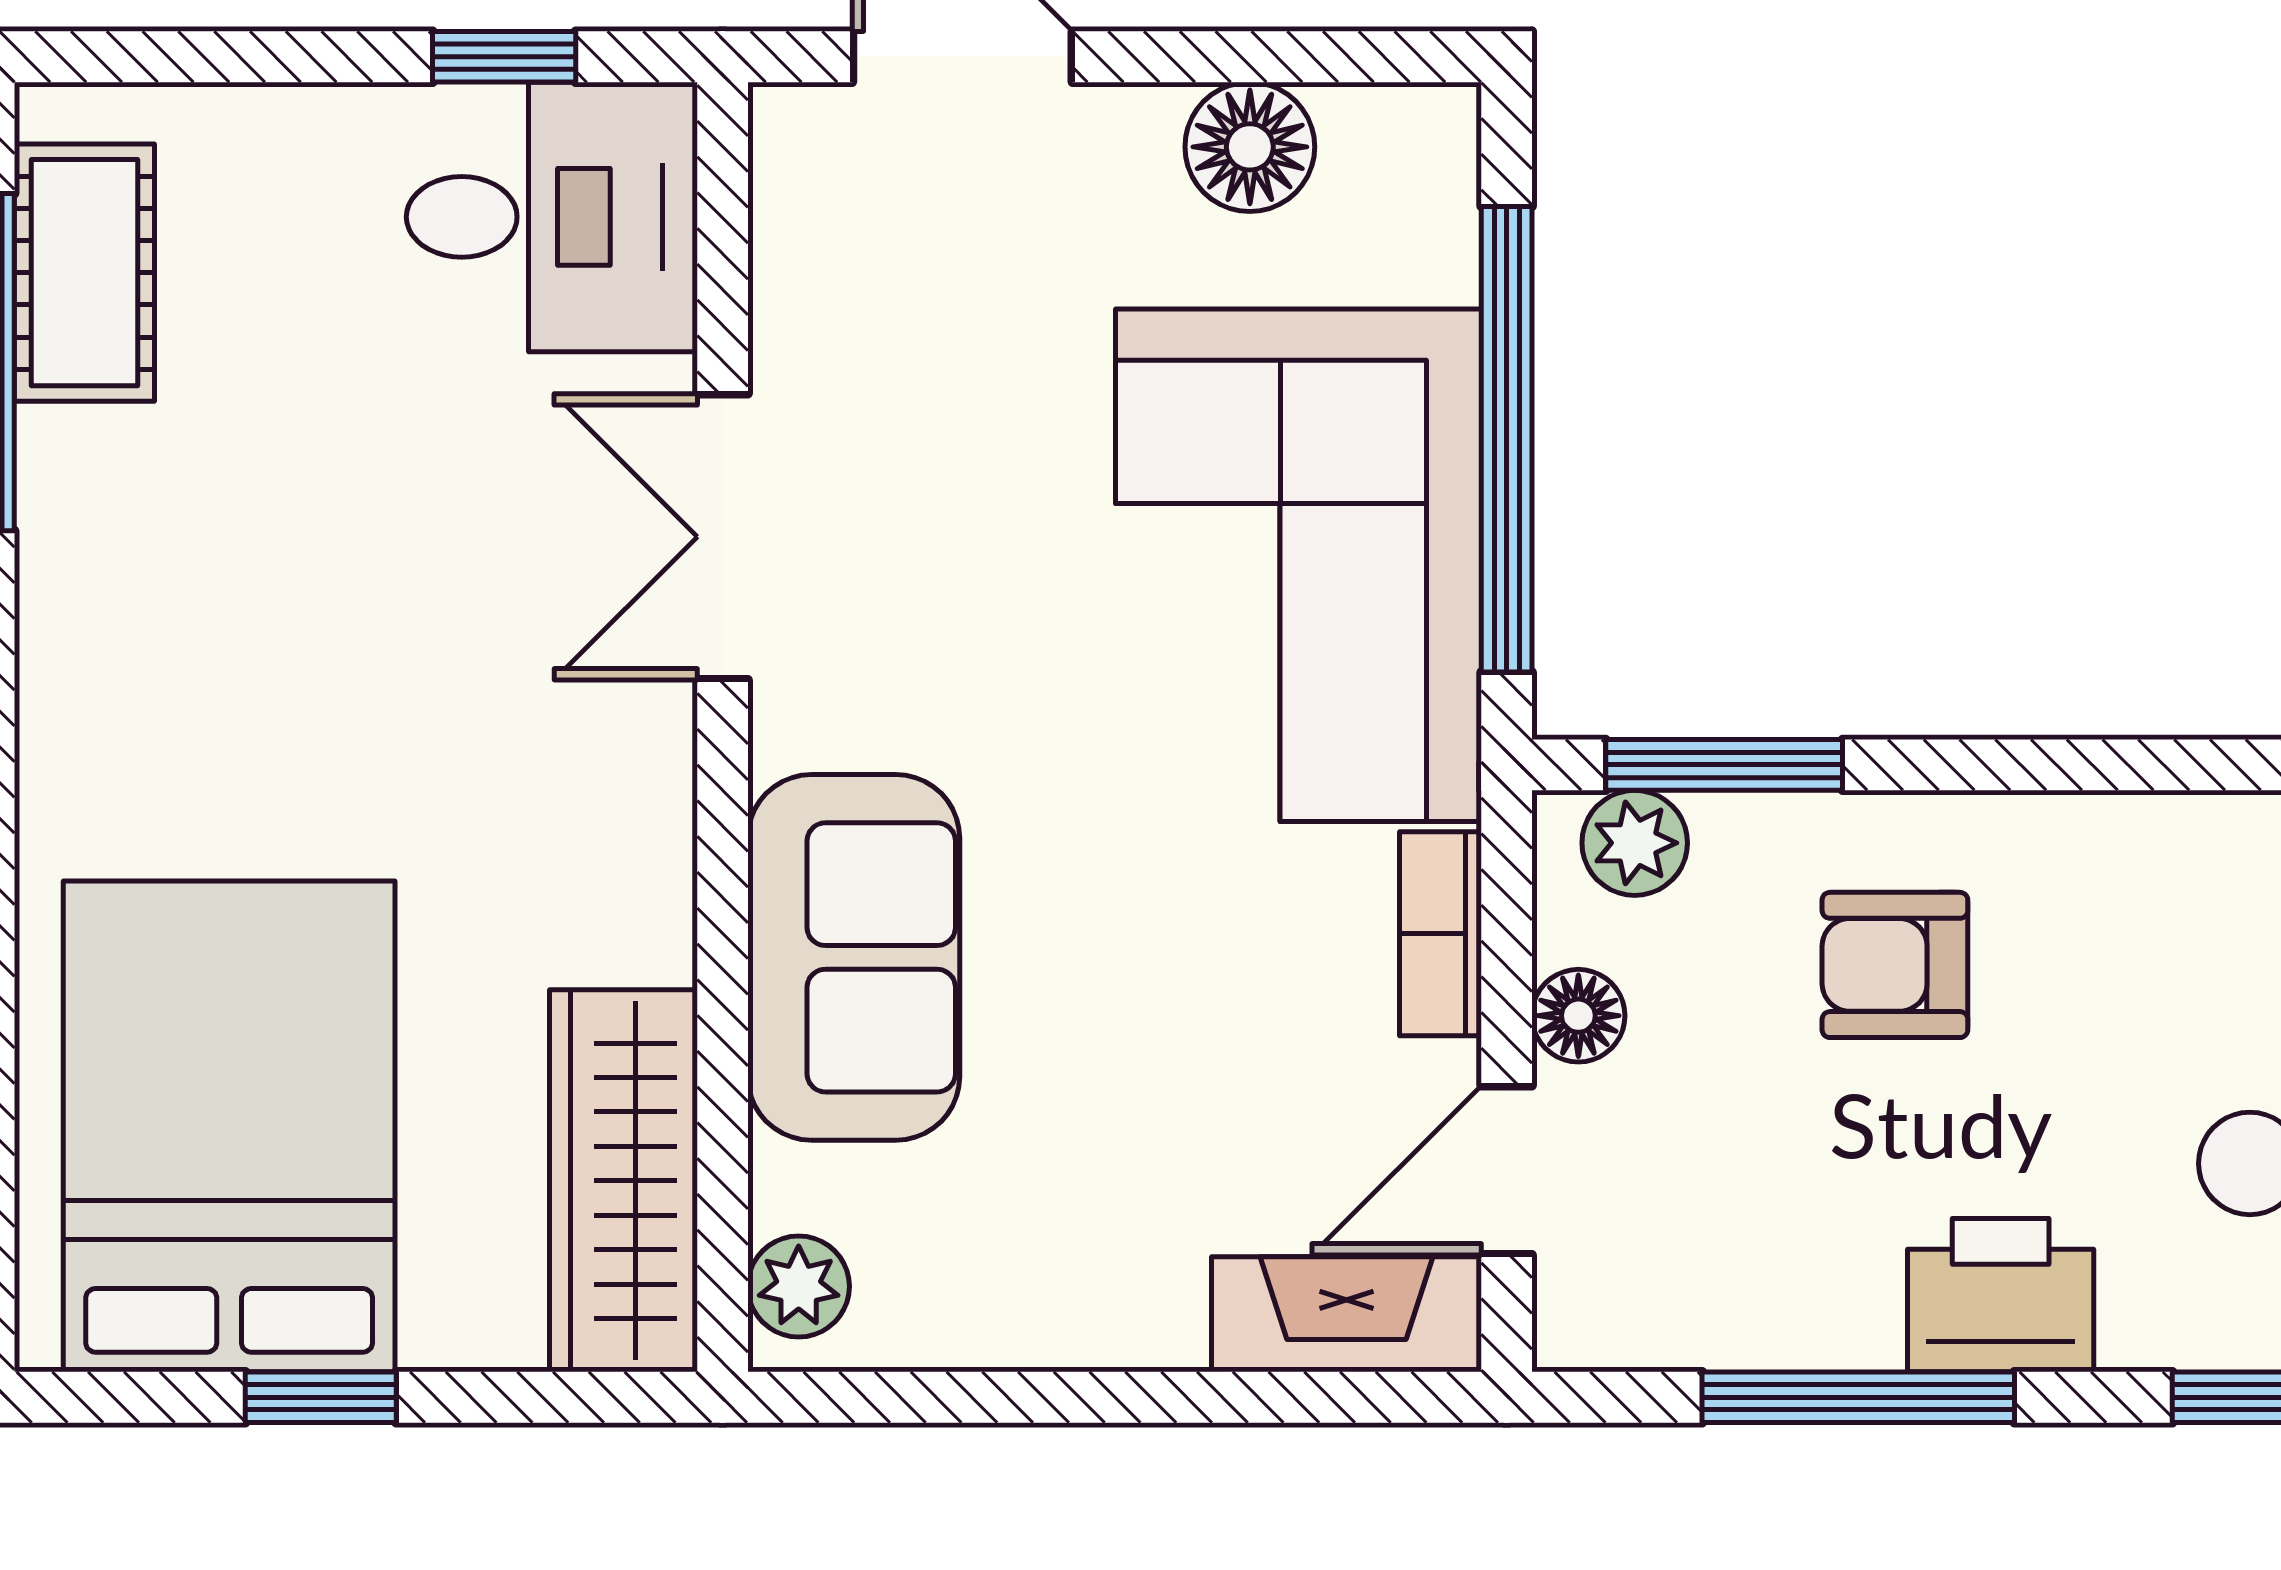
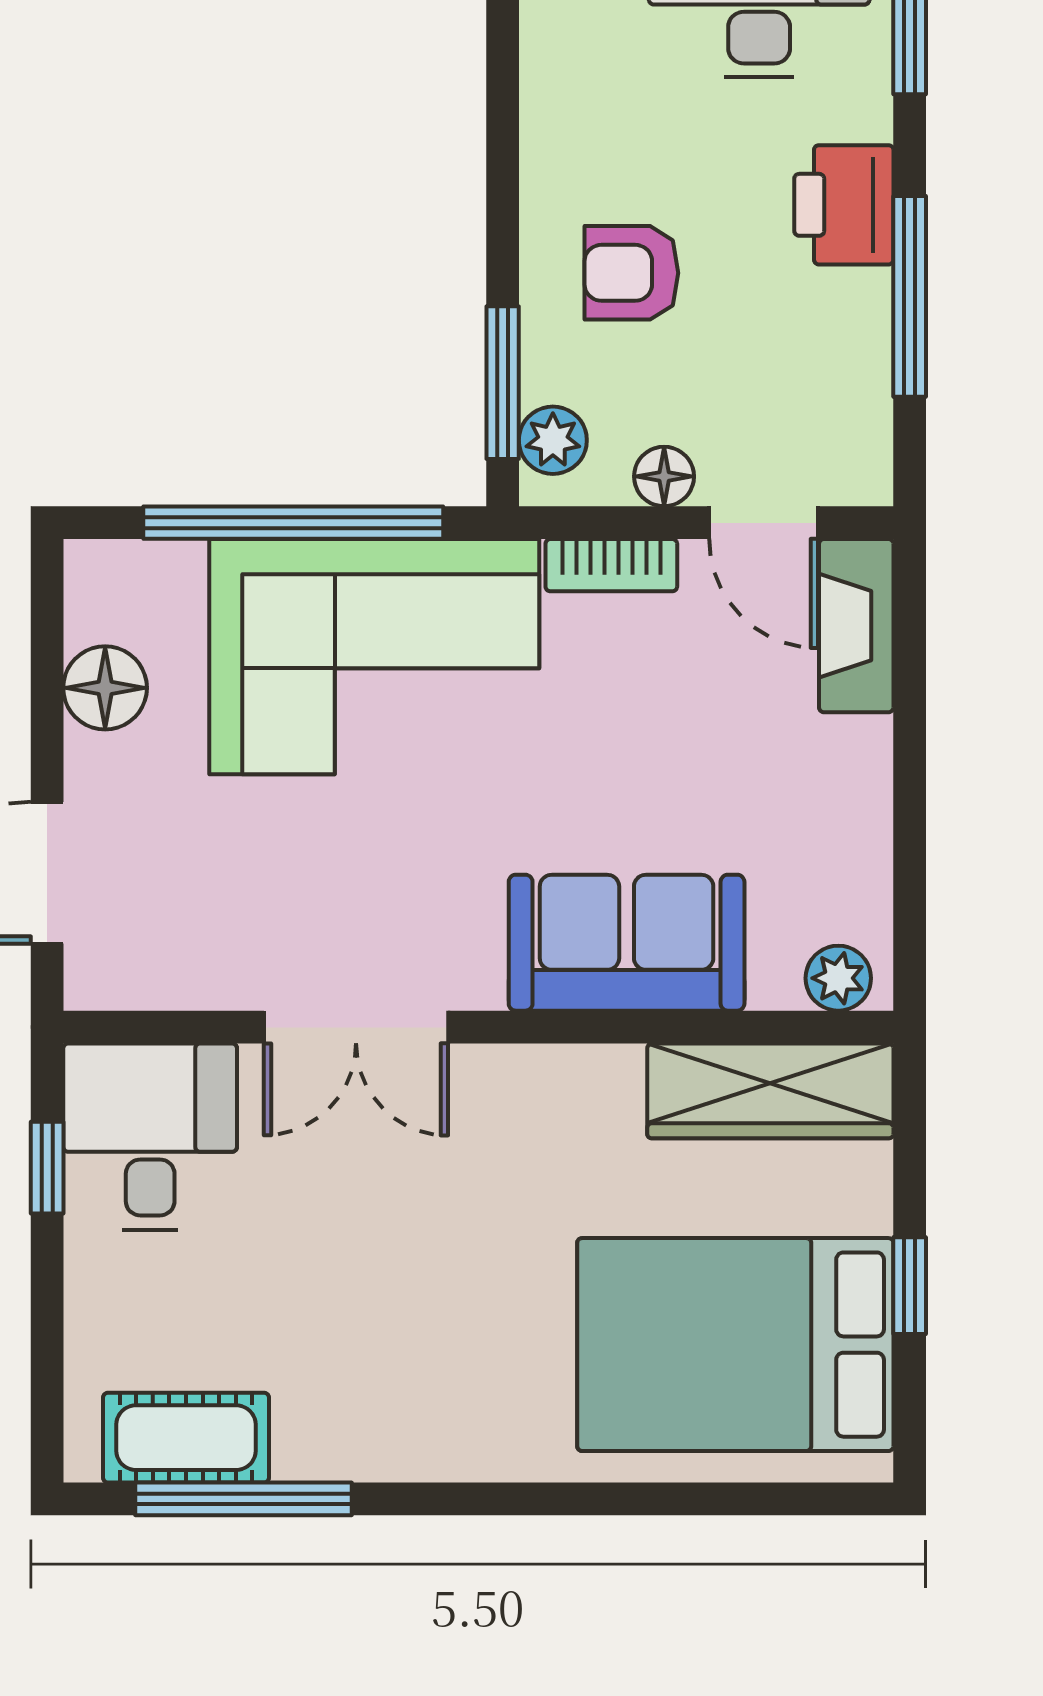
armchair: (1895, 965) -> (631, 273), turned 90

